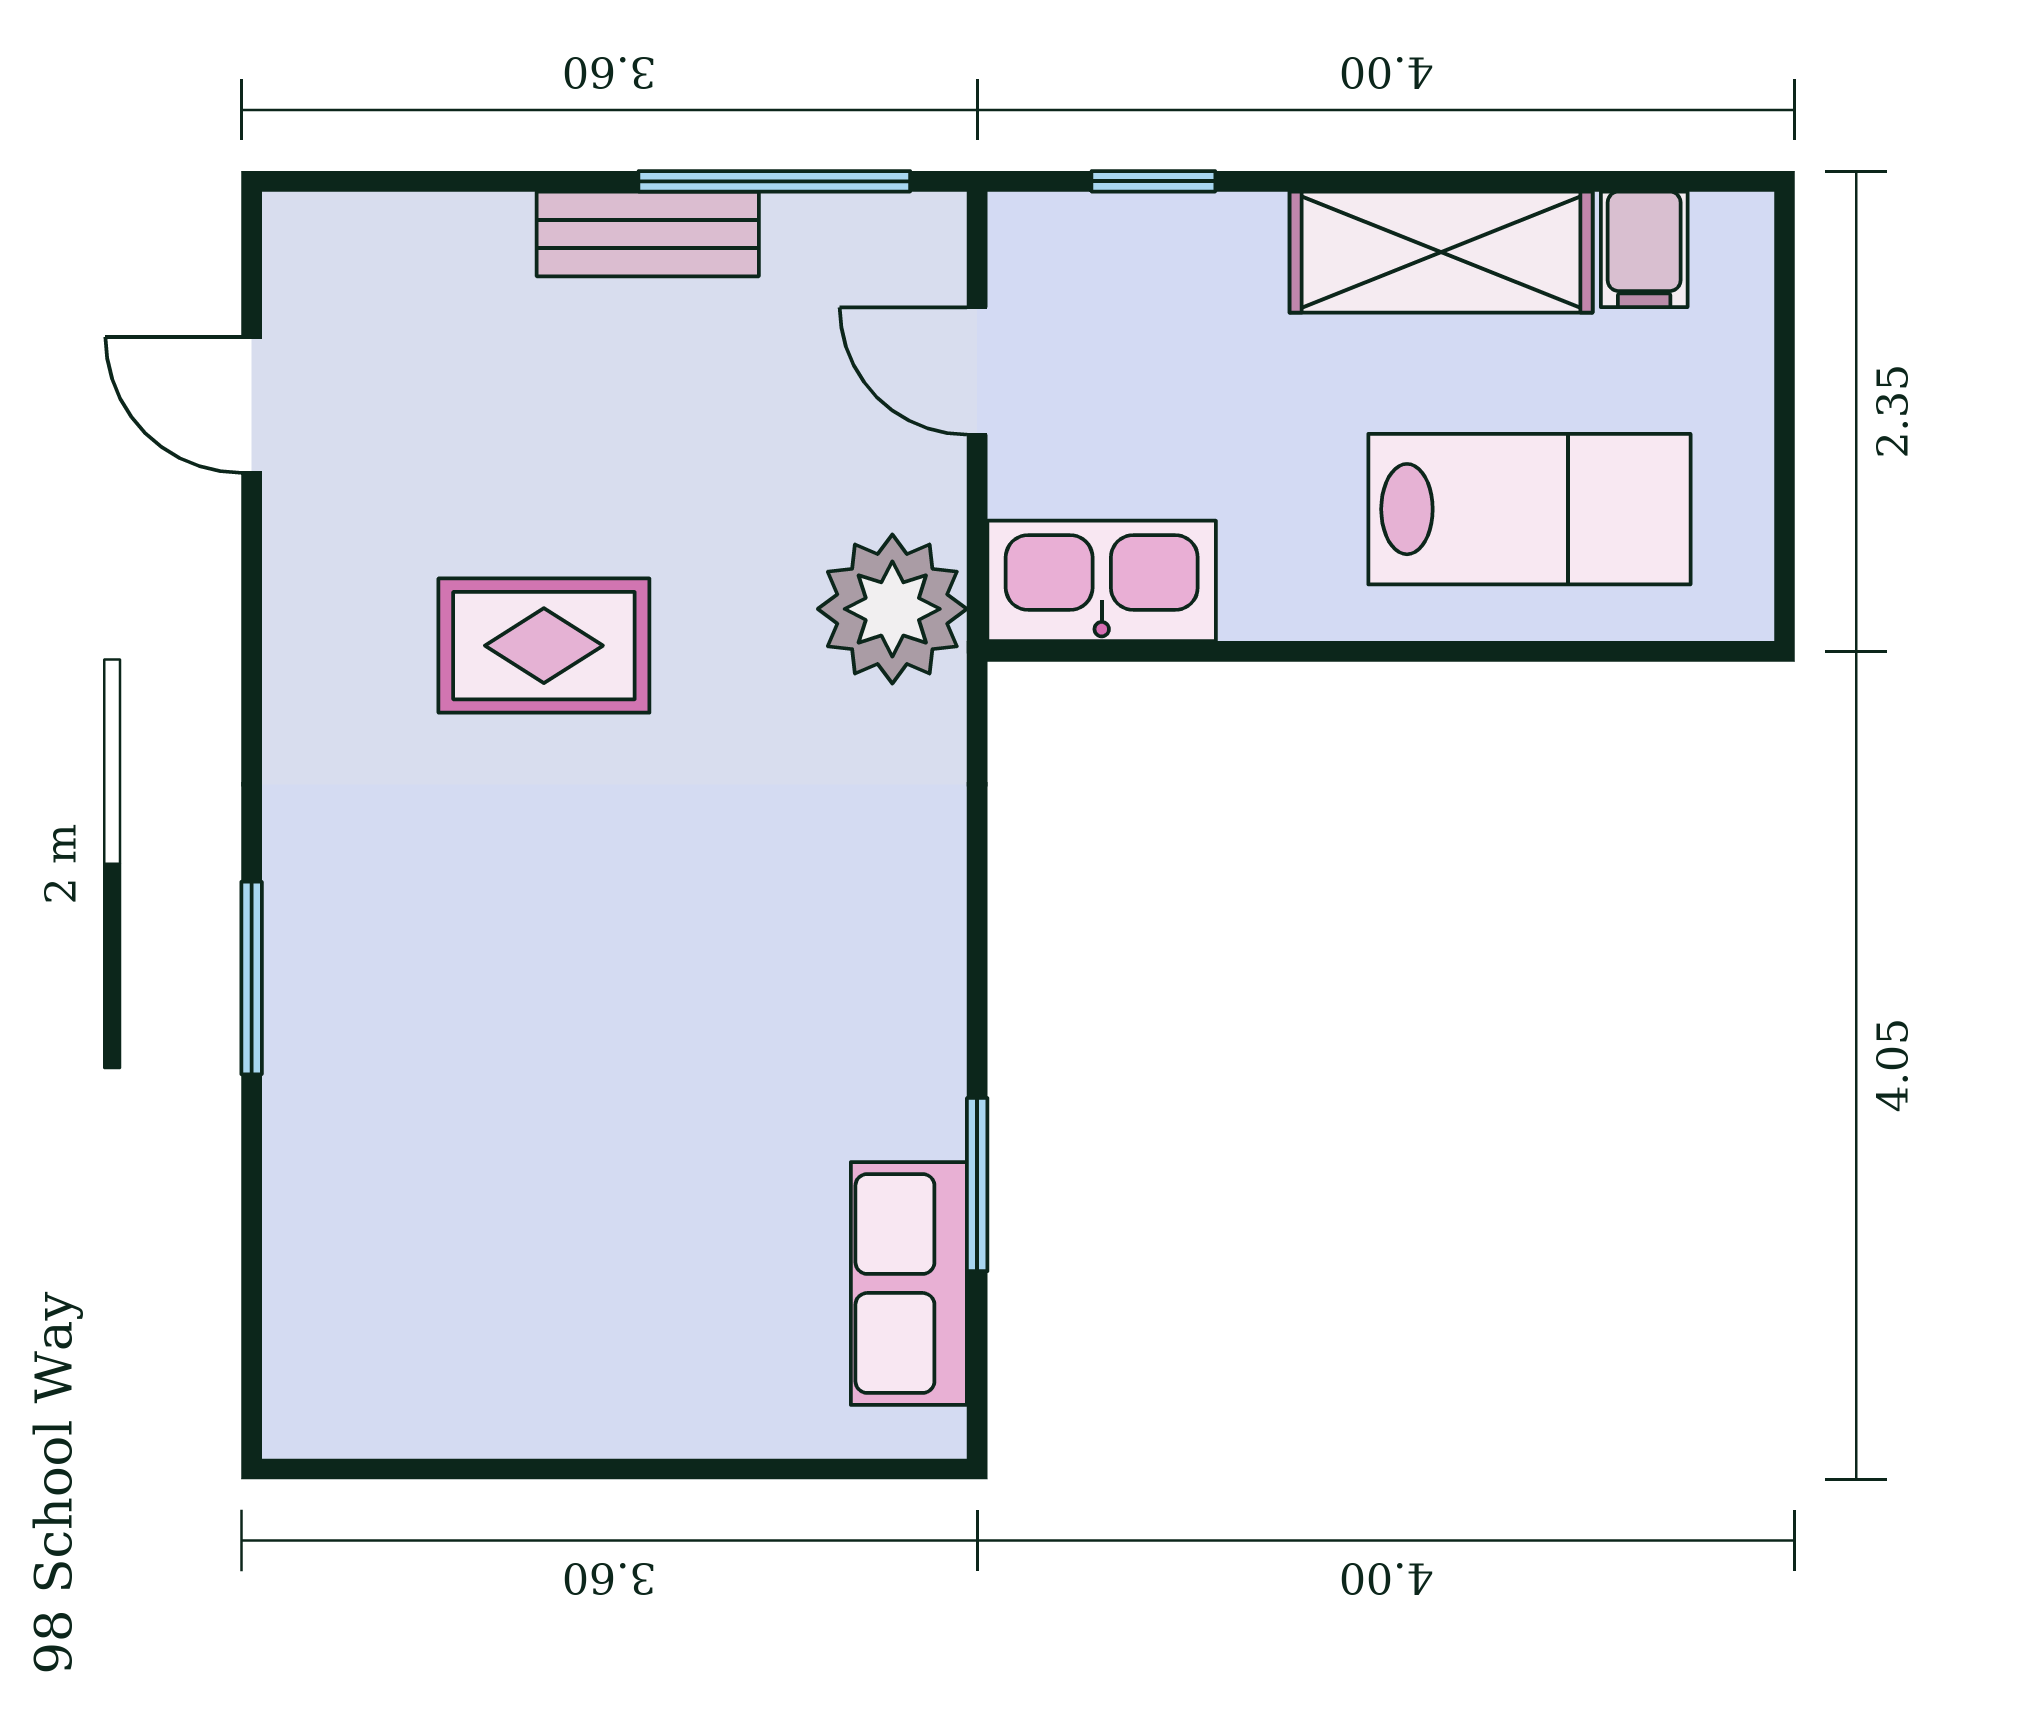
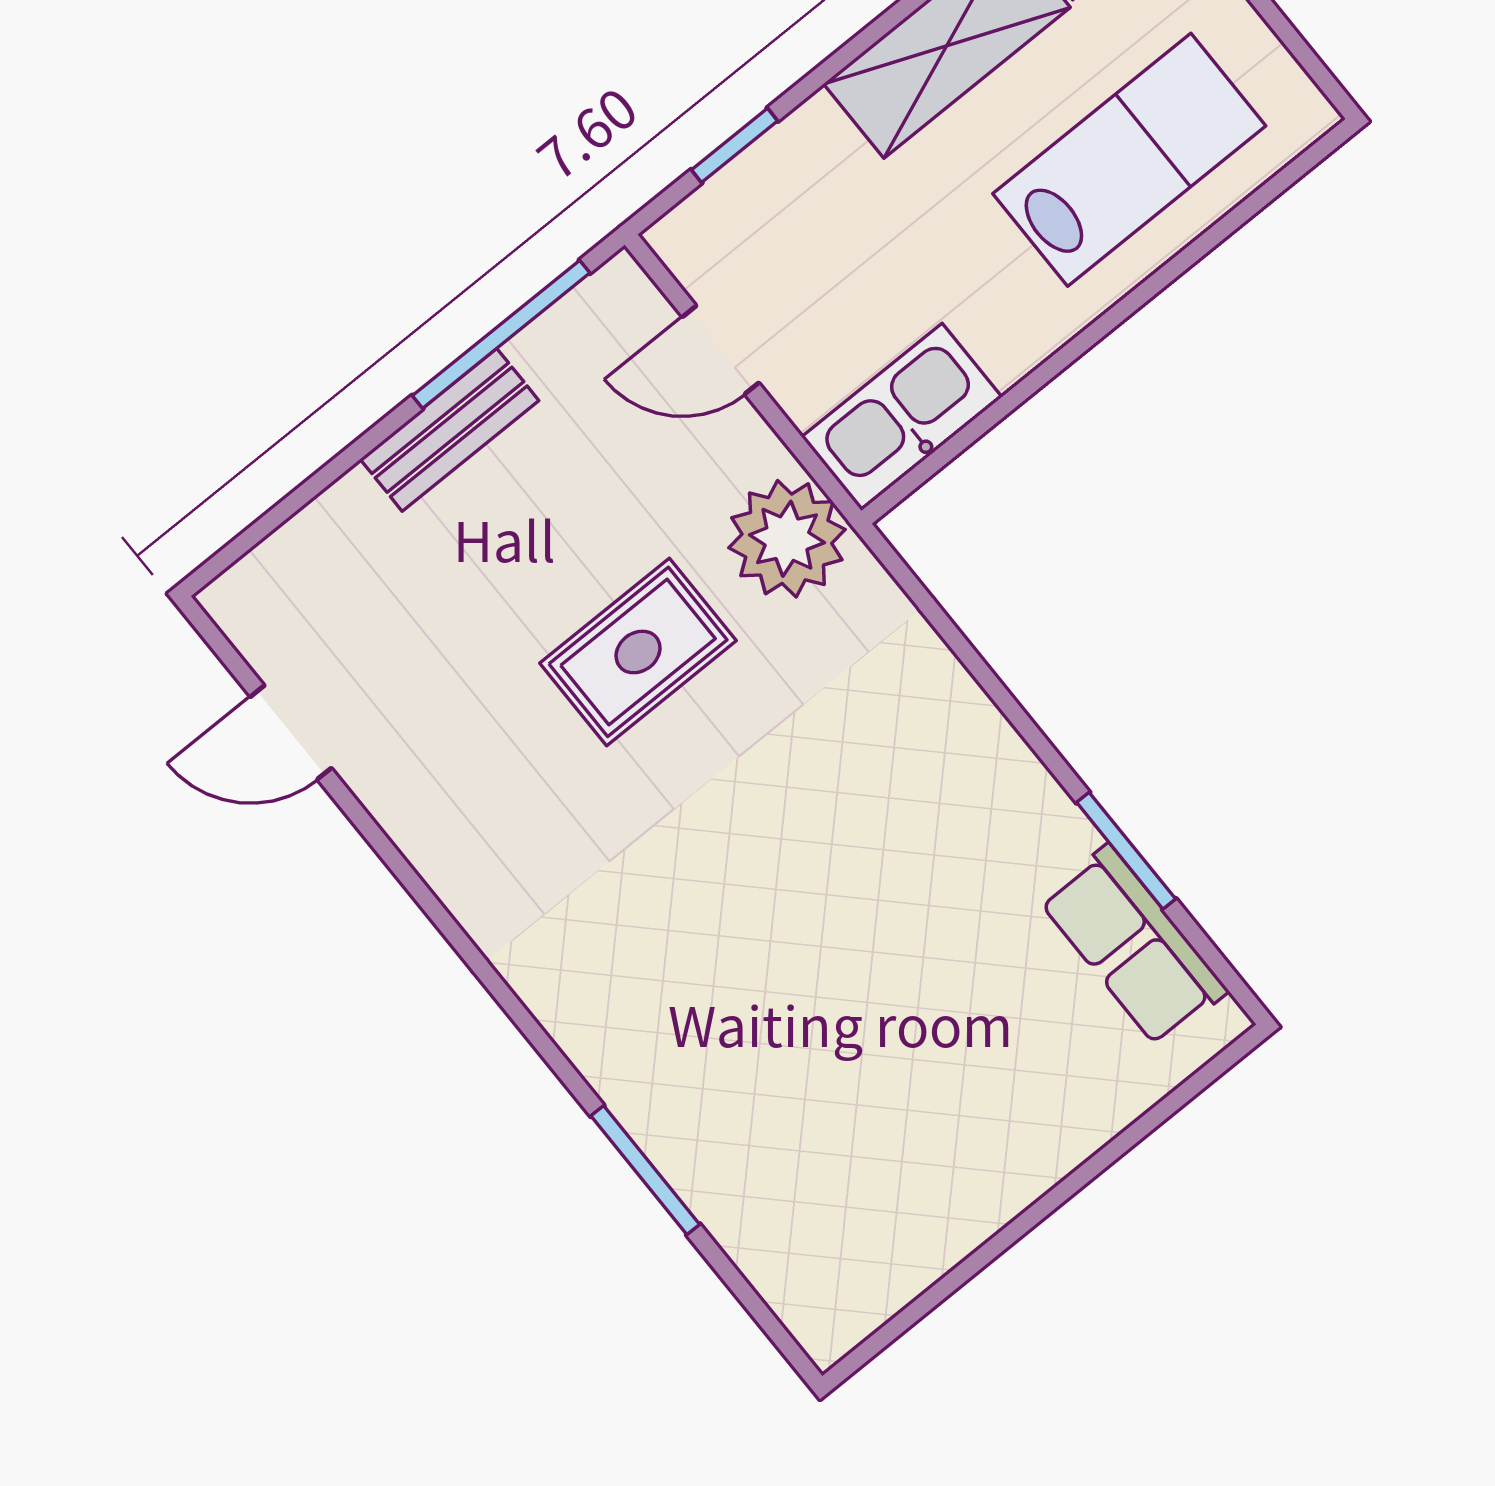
rug: (544, 646) -> (638, 652), moved
window: (252, 978) -> (645, 1170), moved

